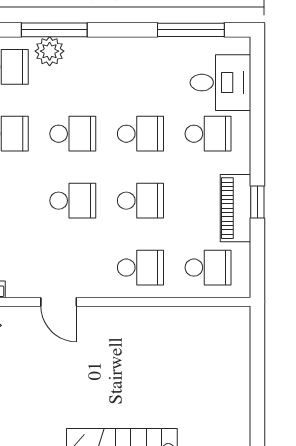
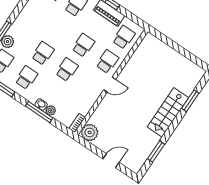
school desk: (140, 134) -> (59, 29), removed
door: (59, 302) -> (110, 85), moved

